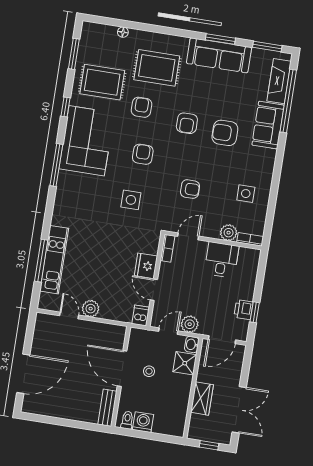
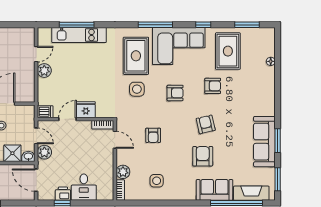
rug: (157, 68) -> (136, 56), moved
armchair: (187, 123) -> (206, 124), turned 77
desk: (221, 260) -> (84, 187), moved, turned 90

